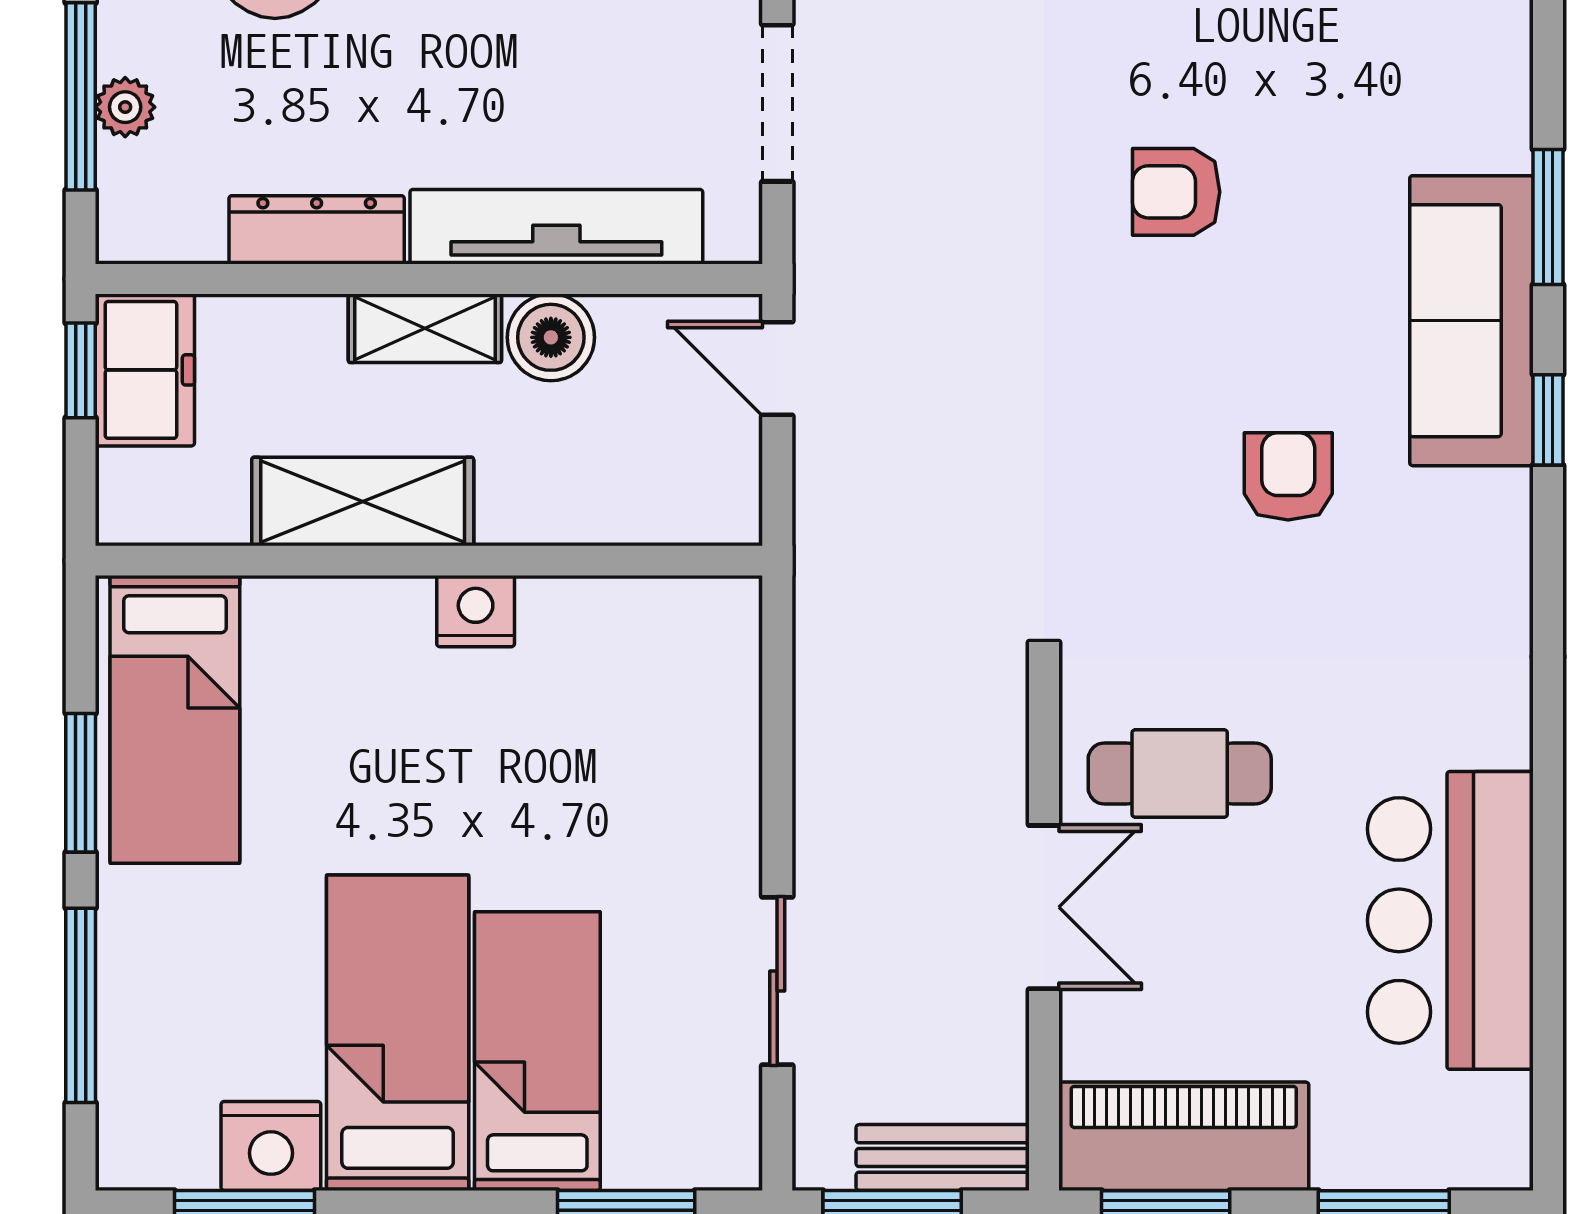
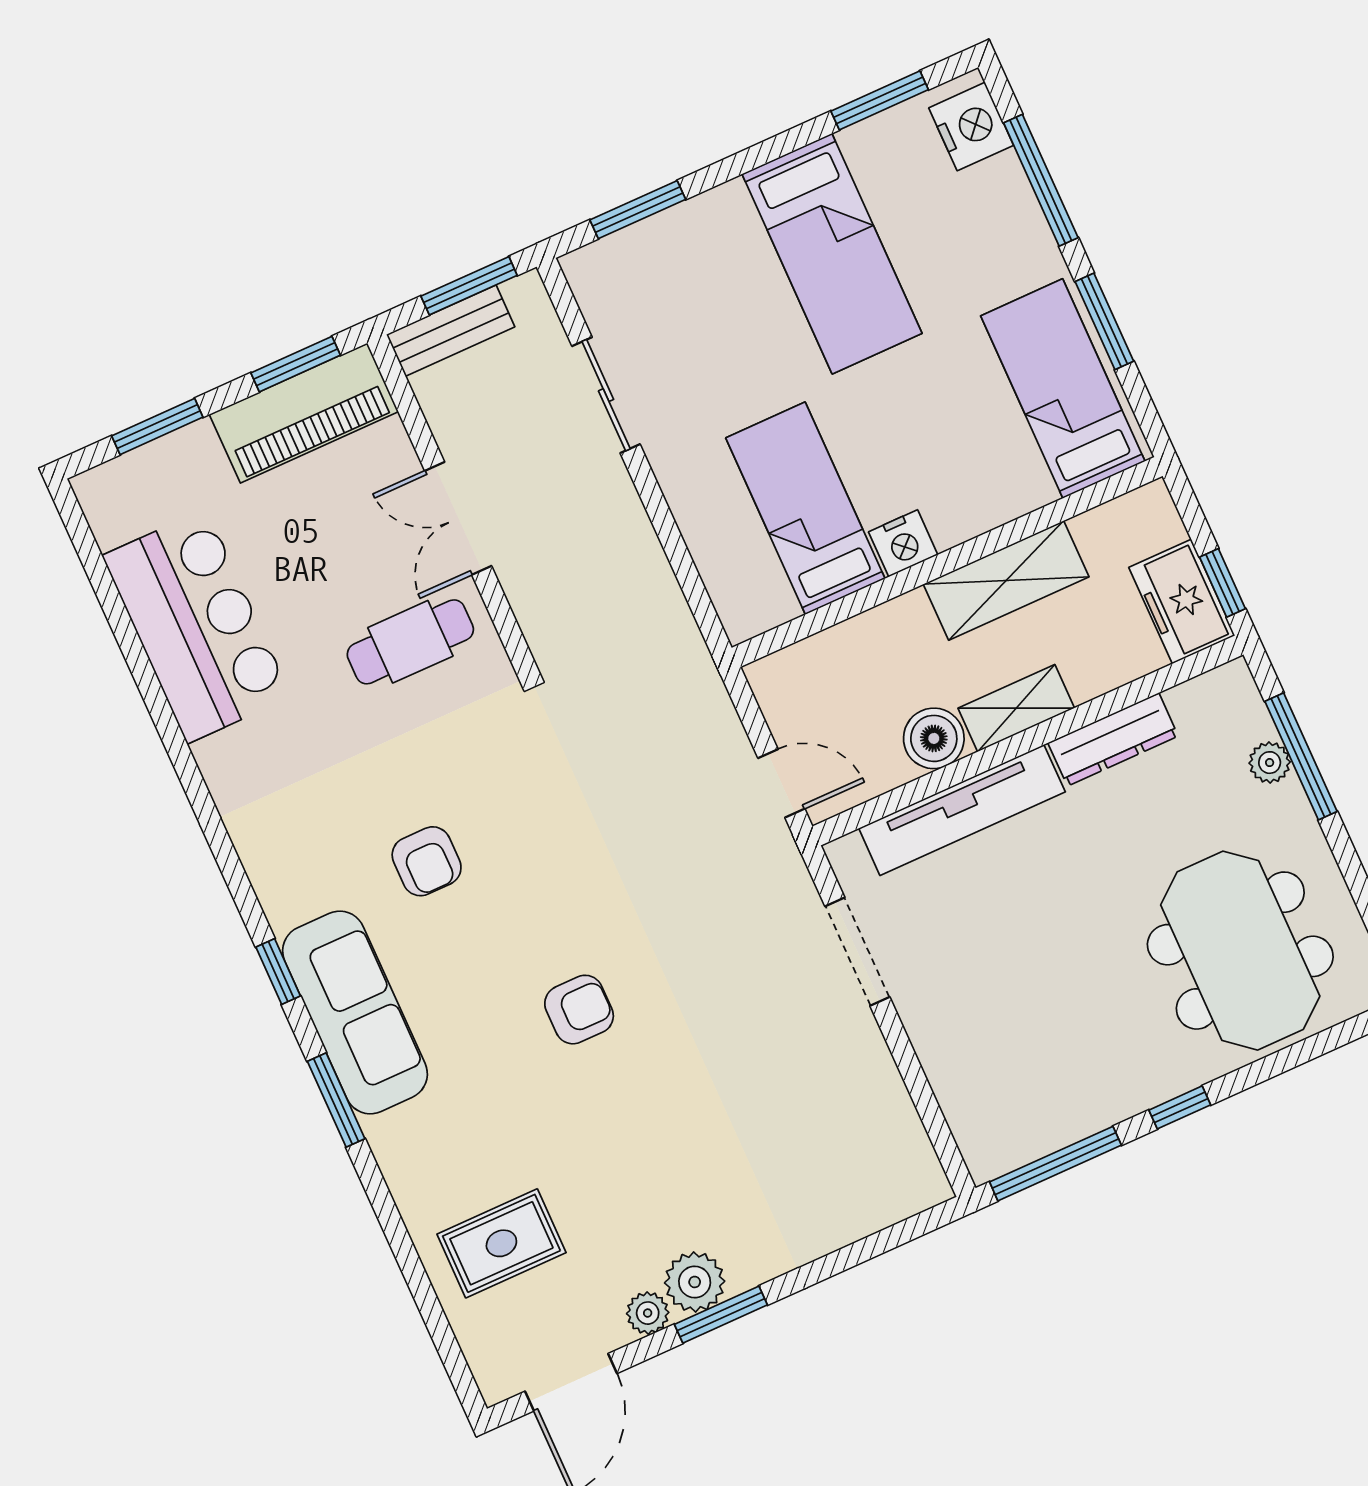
bed: (537, 1051) -> (805, 508), moved, turned 180
nightstand: (271, 1146) -> (971, 127), moved, turned 90

